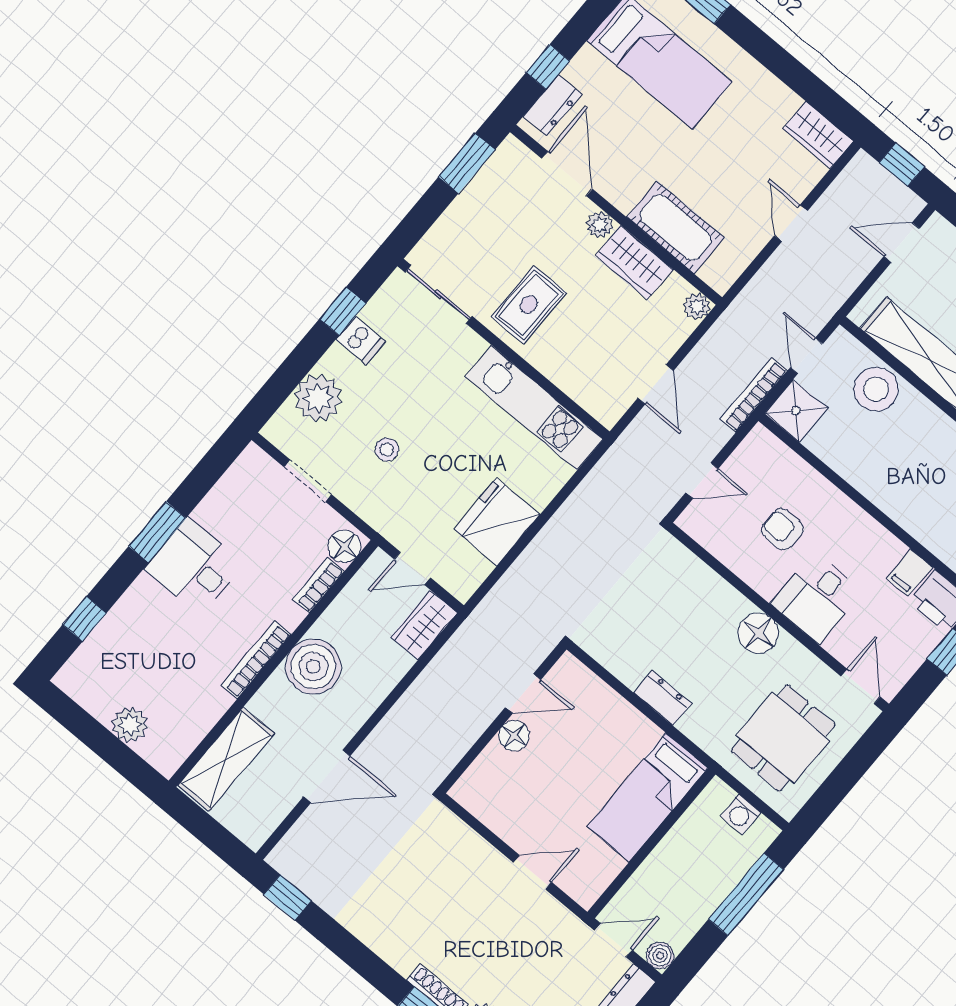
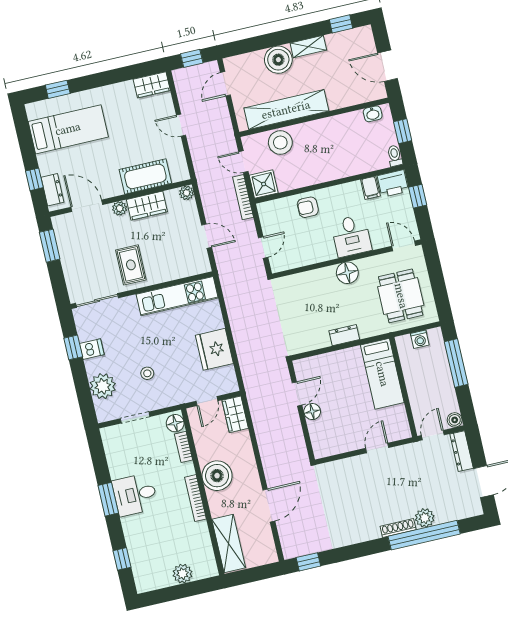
armchair: (782, 529) -> (308, 207), moved

